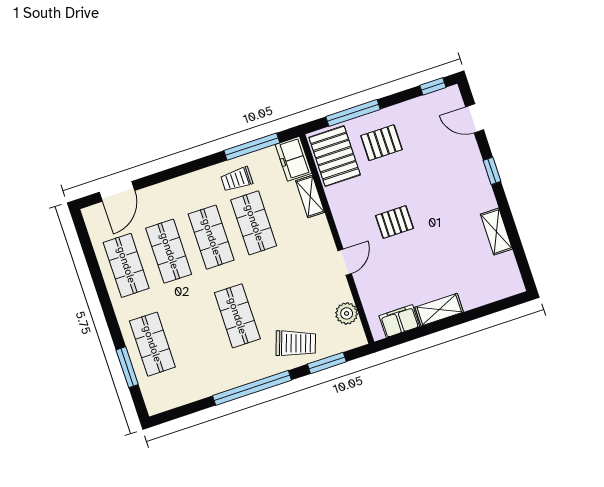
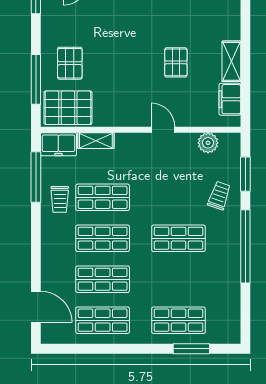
pallet: (395, 222) -> (176, 62), moved
trolley: (296, 343) -> (219, 196), width x0.73, depth x0.72

